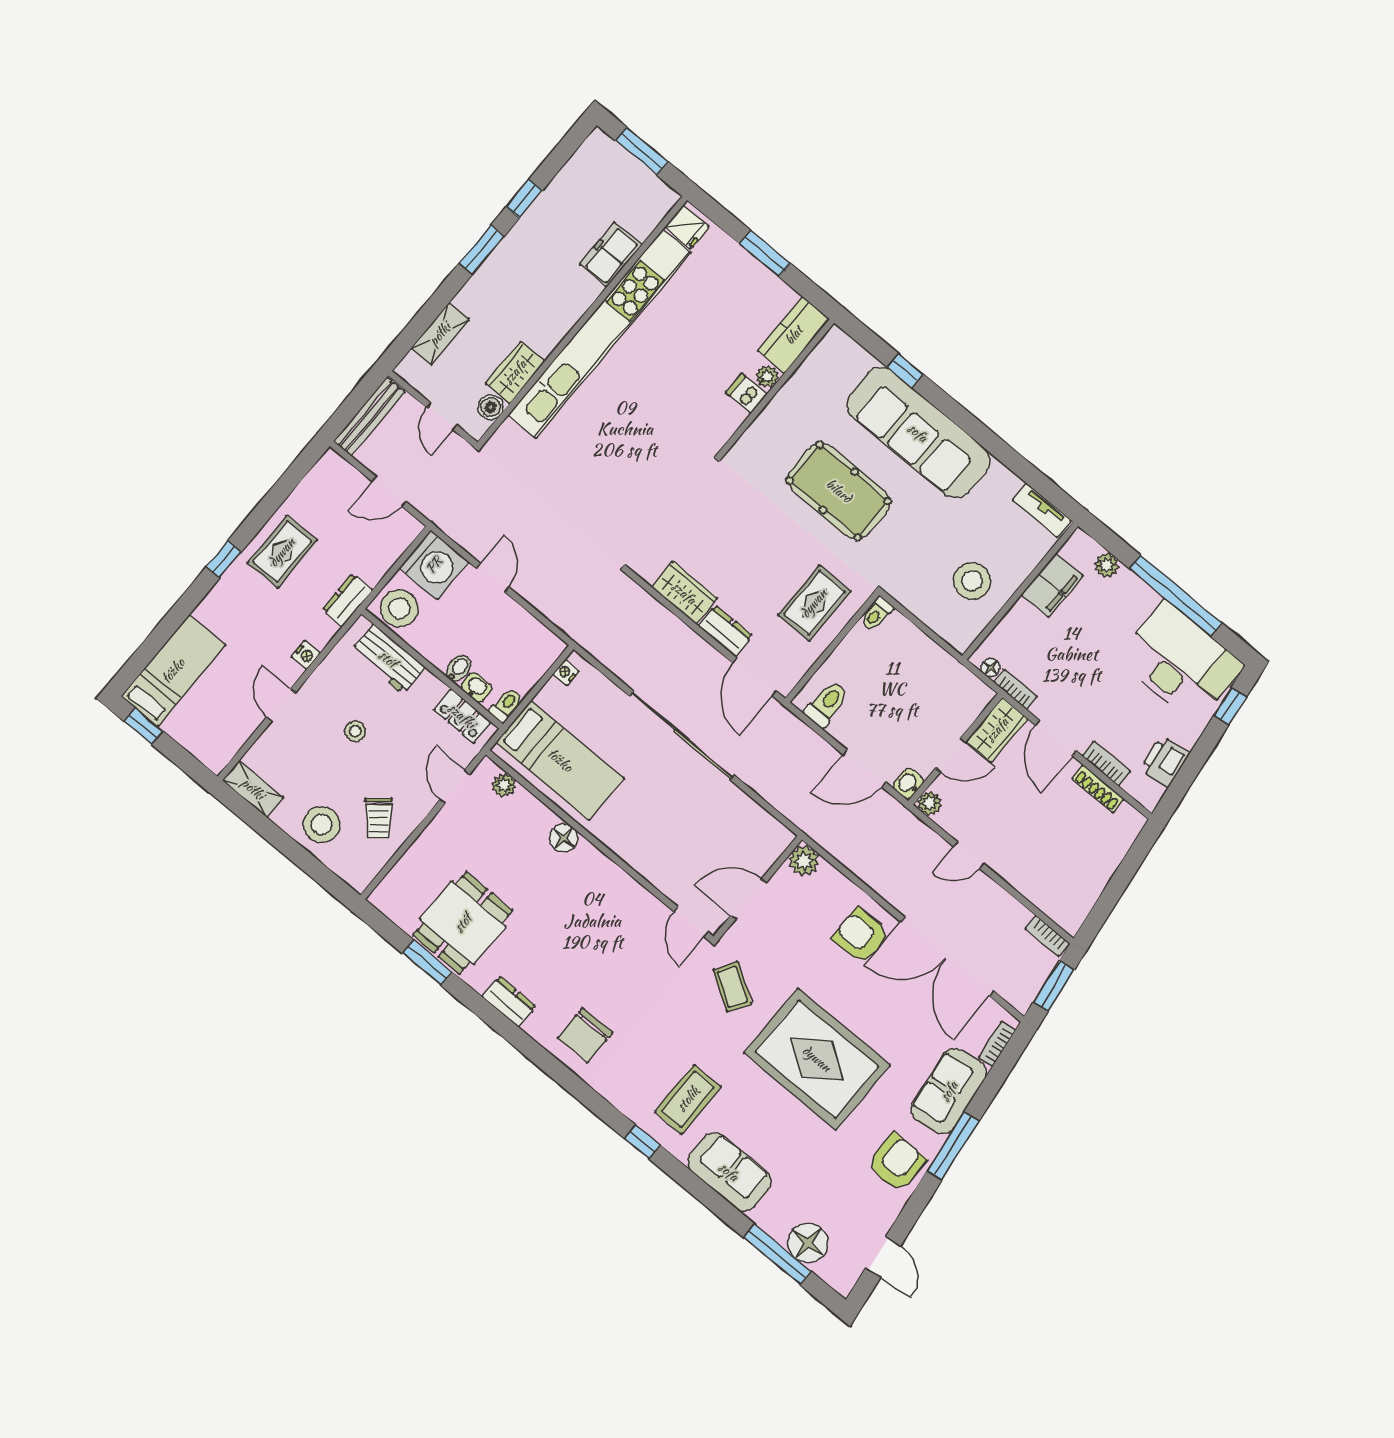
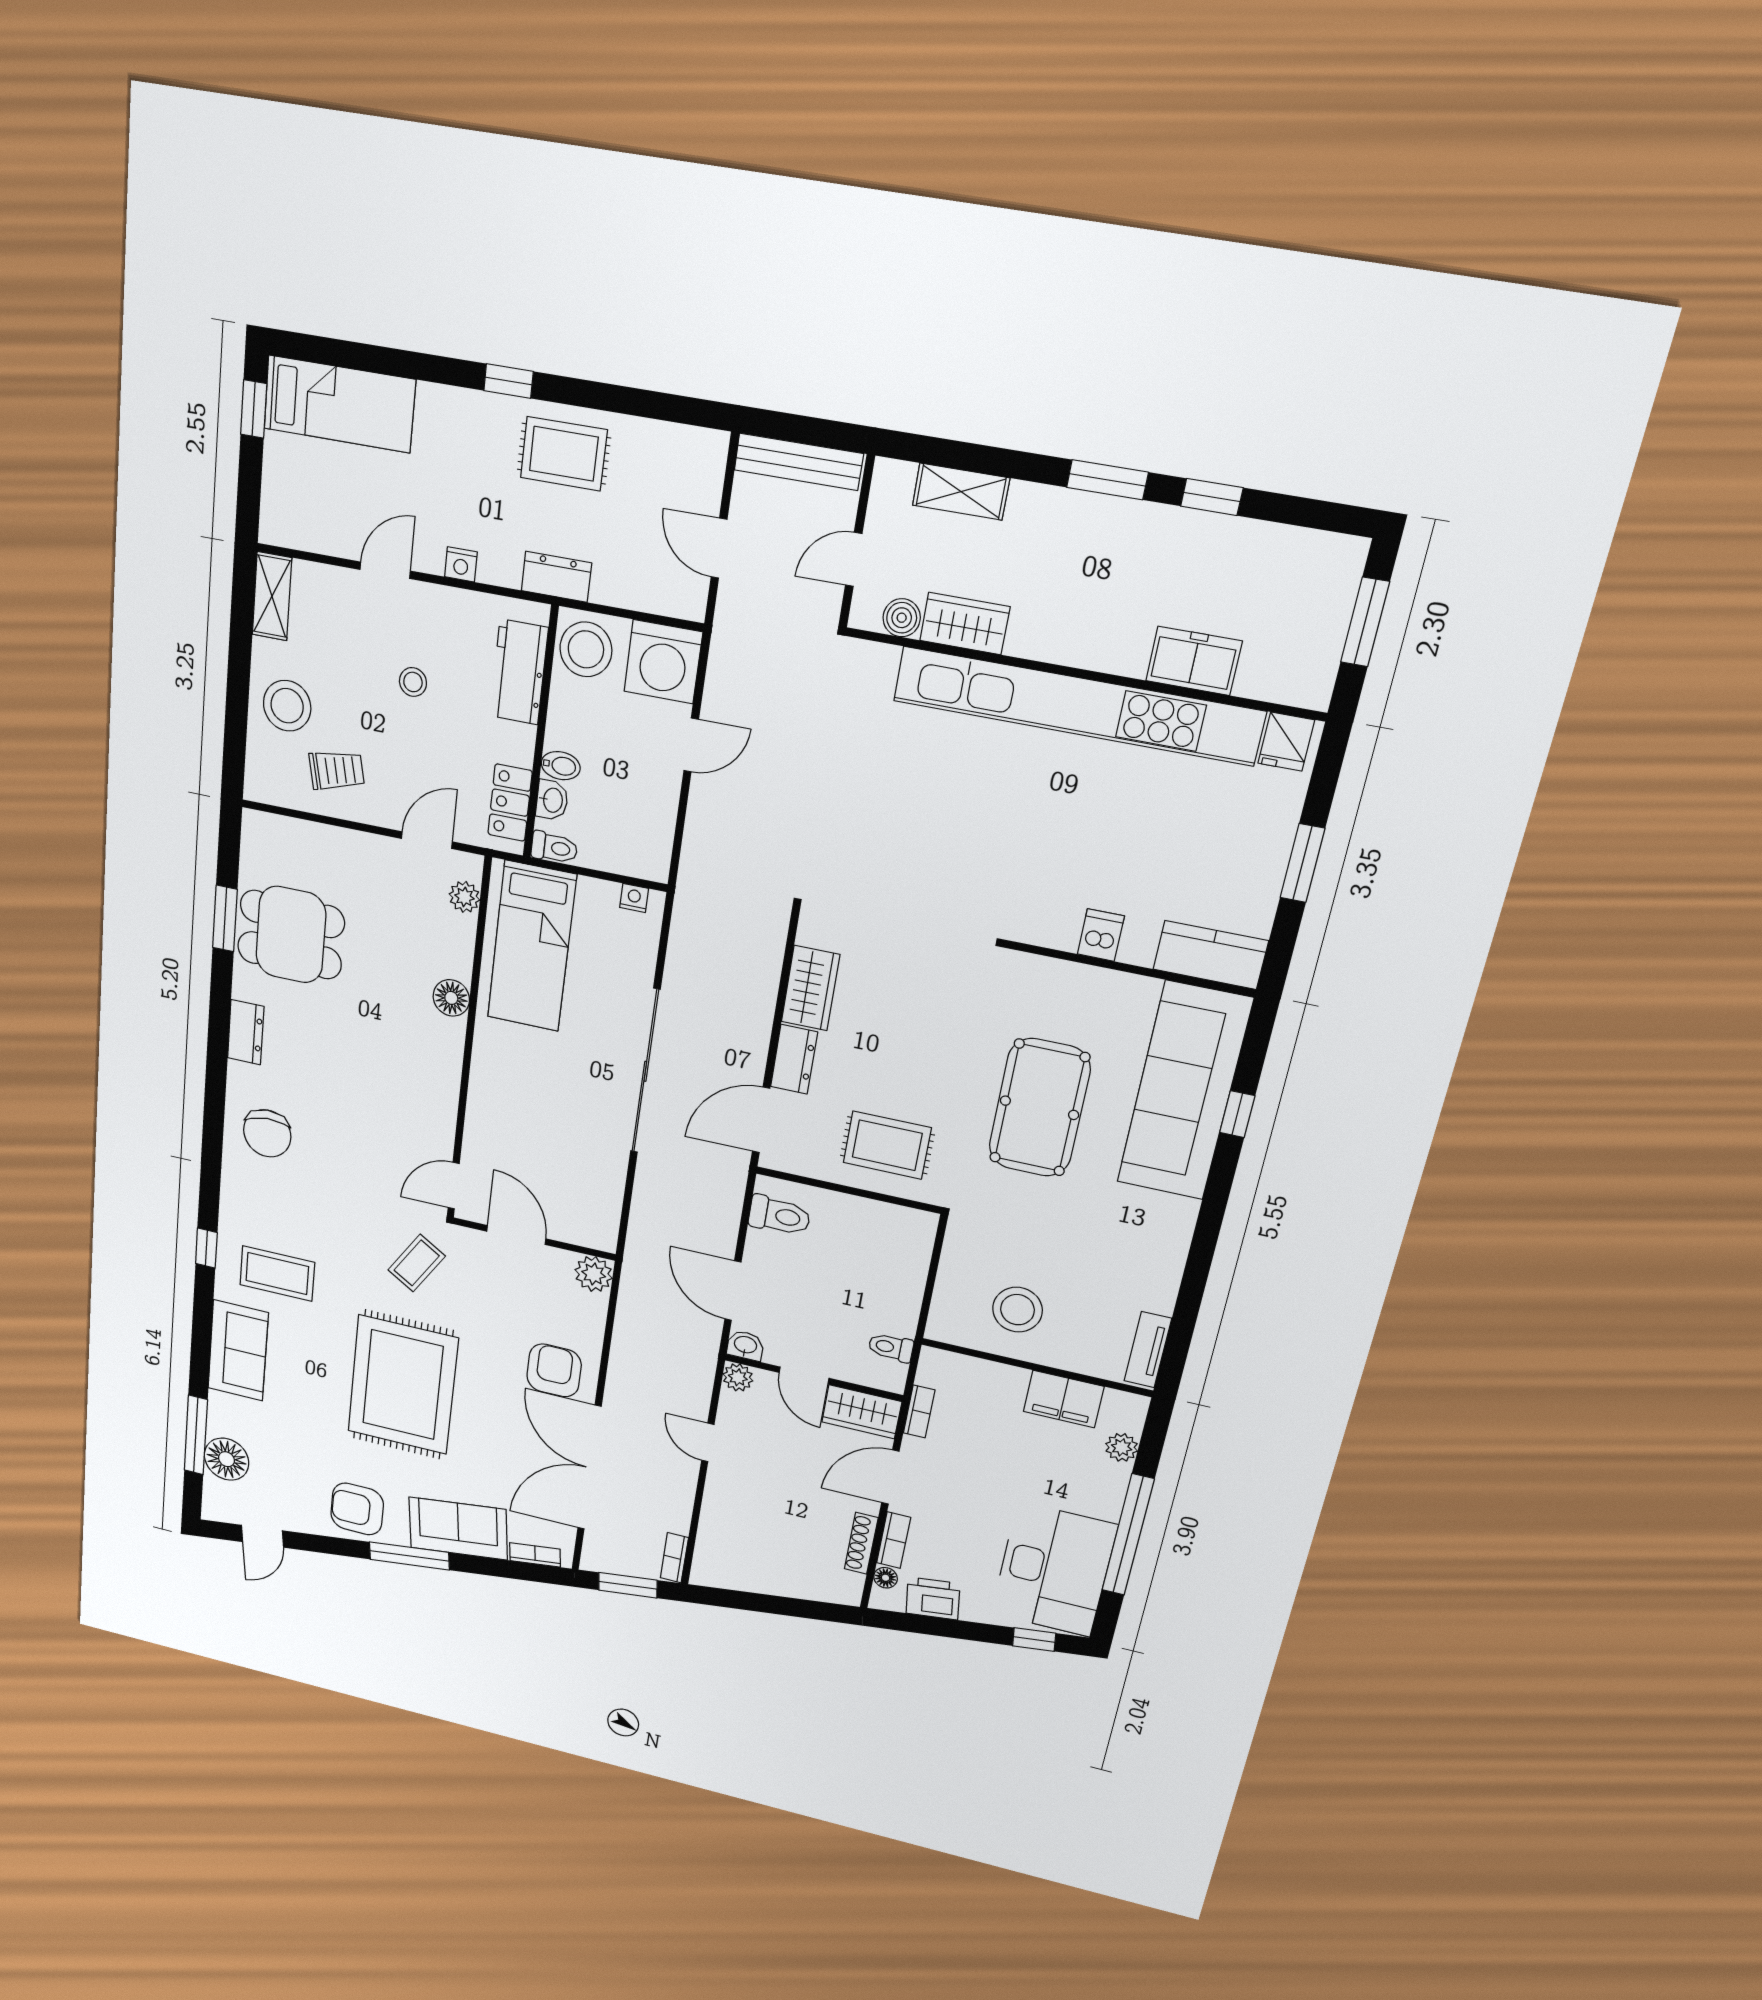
plant: (767, 377) -> (1137, 950), removed
sofa: (918, 433) -> (1184, 1091), moved
toilet: (877, 614) -> (891, 1347), moved
floor lamp: (991, 668) -> (886, 1578), moved
trolley: (379, 818) -> (337, 770), turned -153
chair: (585, 1035) -> (267, 1133), turned -93
armchair: (896, 1163) -> (357, 1509), turned 180

